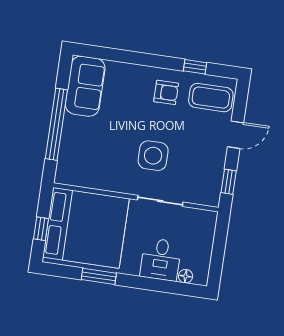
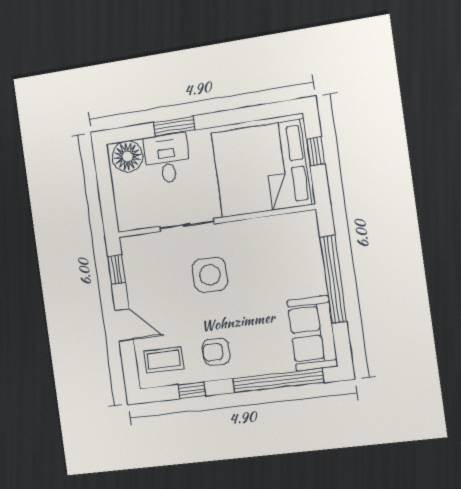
window: (123, 56) -> (278, 381), added
coffee table: (211, 98) -> (164, 360), width x0.73, depth x0.77
door: (235, 135) -> (124, 325), swing flipped
window: (99, 276) -> (174, 126), moved
floor lamp: (186, 276) -> (127, 156), width x1.89, depth x1.89

